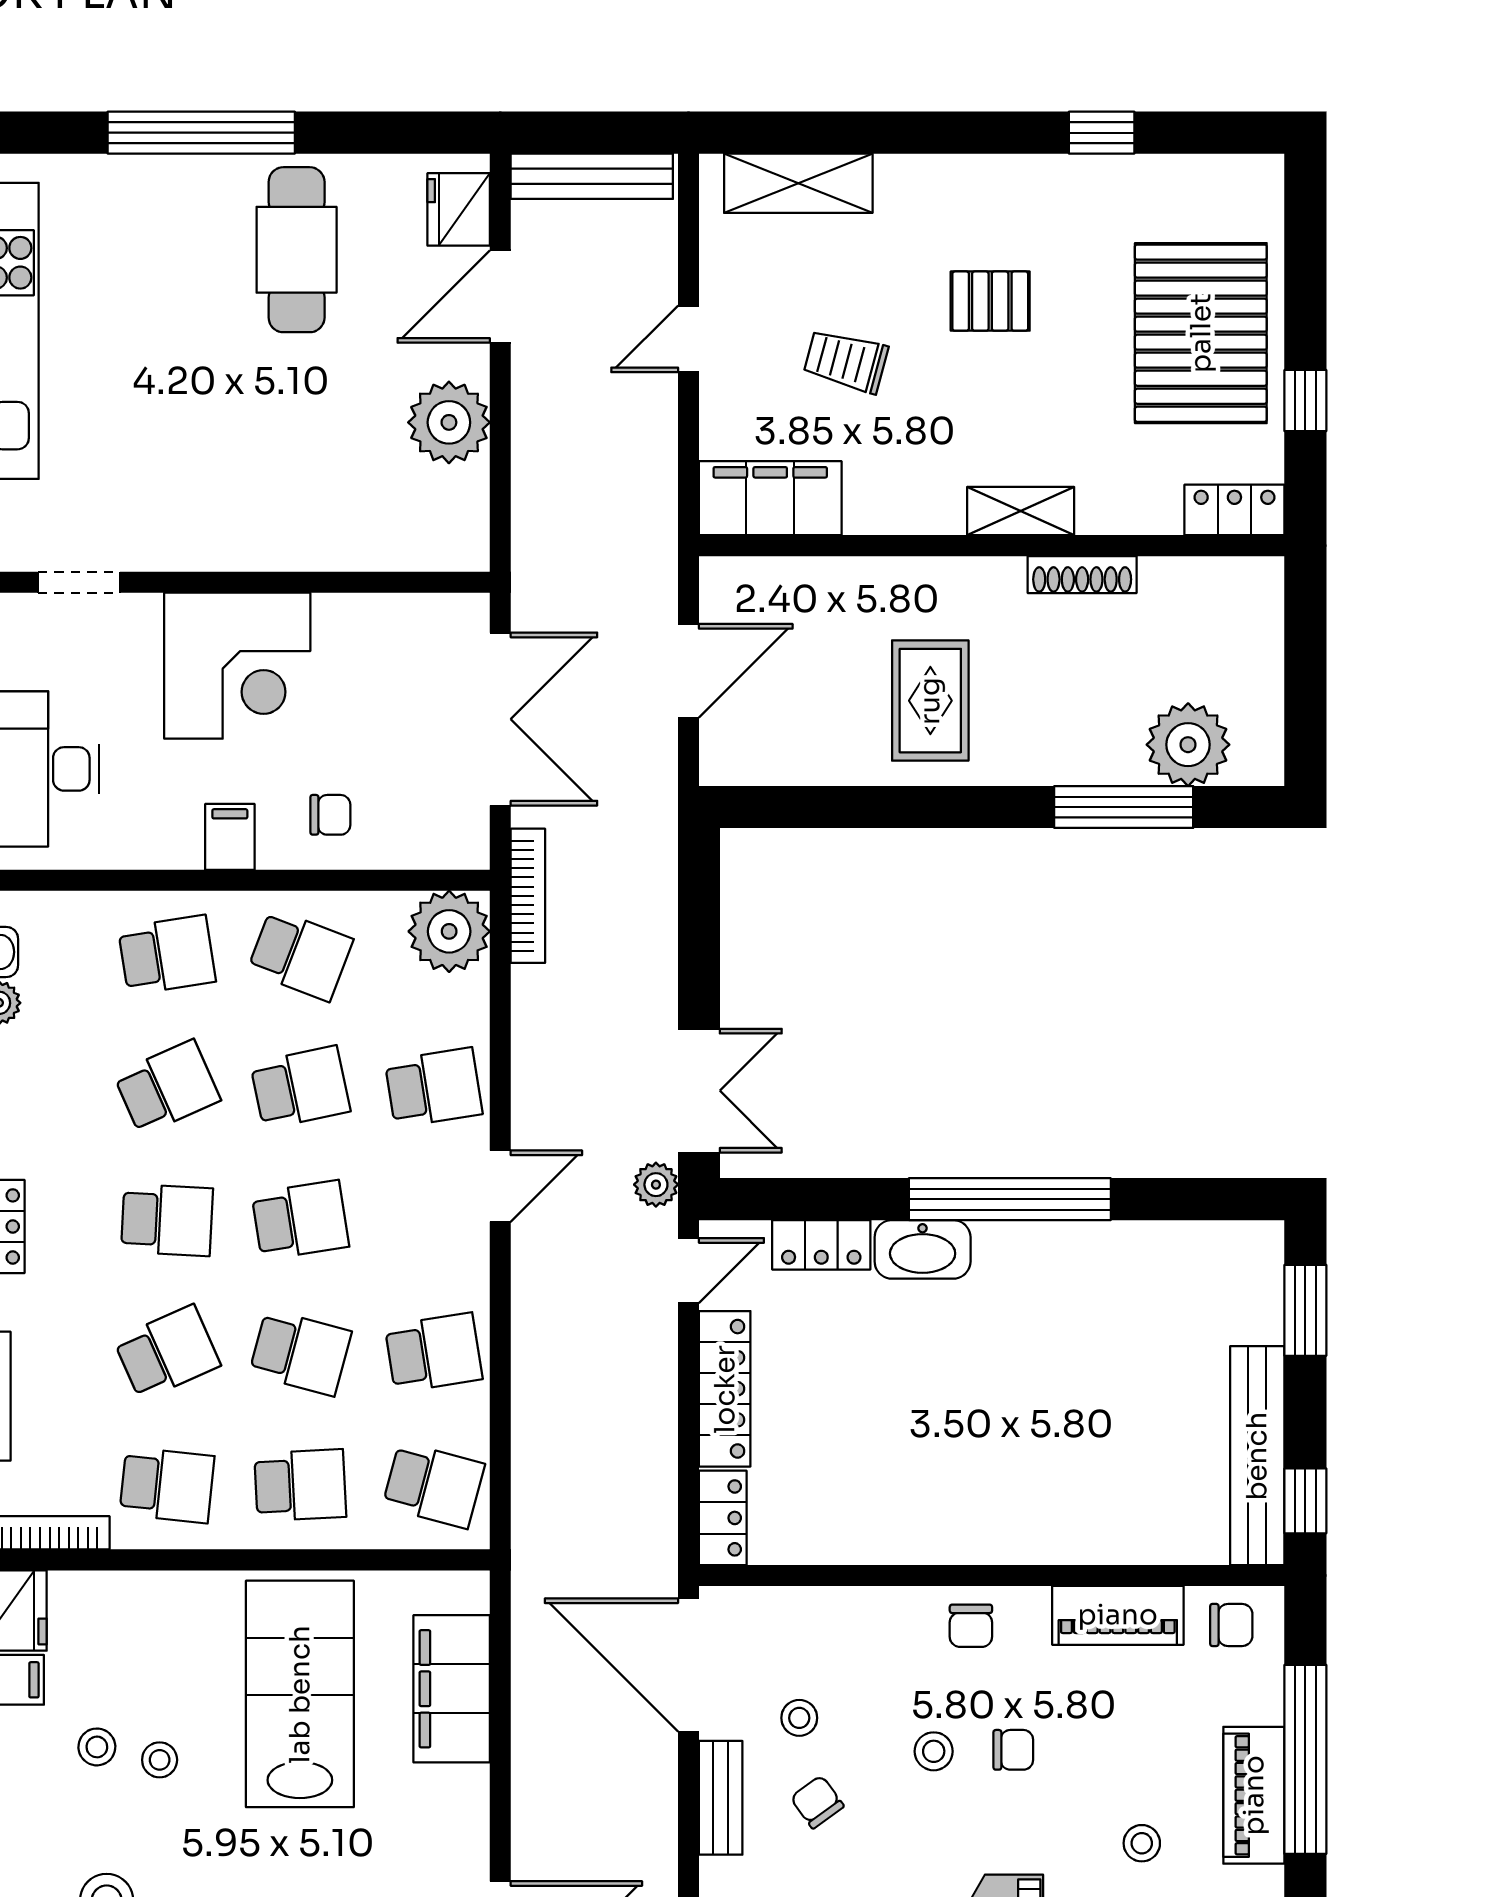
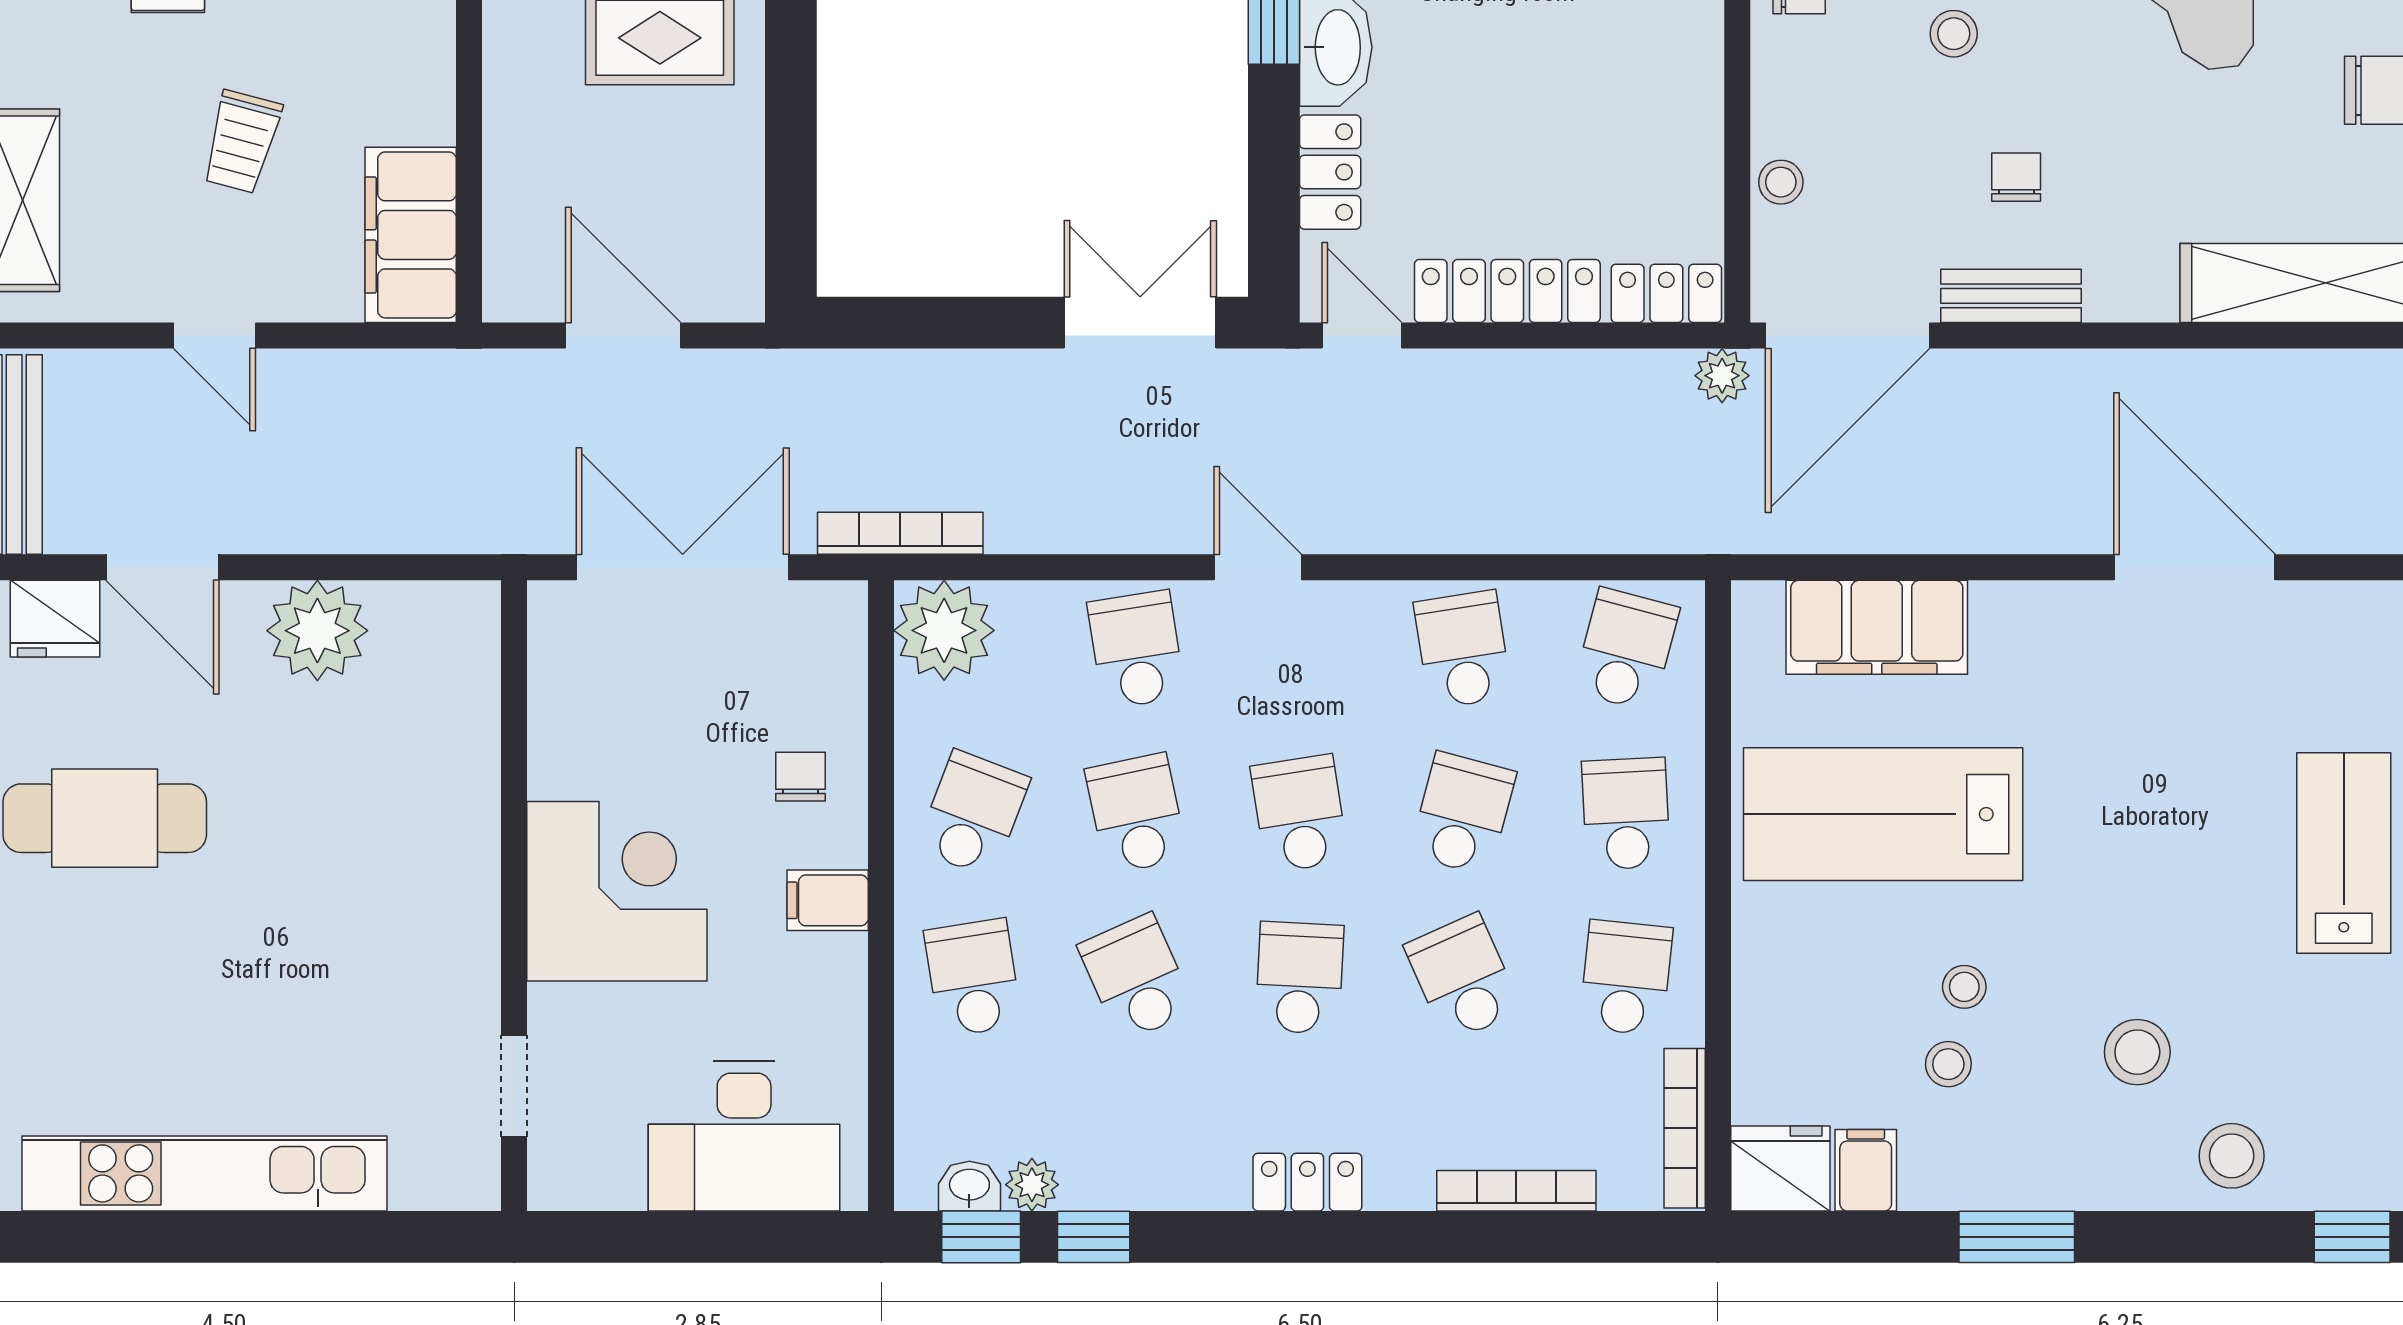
plant: (656, 1185) -> (1722, 376), moved
stool: (799, 1718) -> (1781, 182), moved
chair: (817, 1802) -> (2016, 177), turned 126

